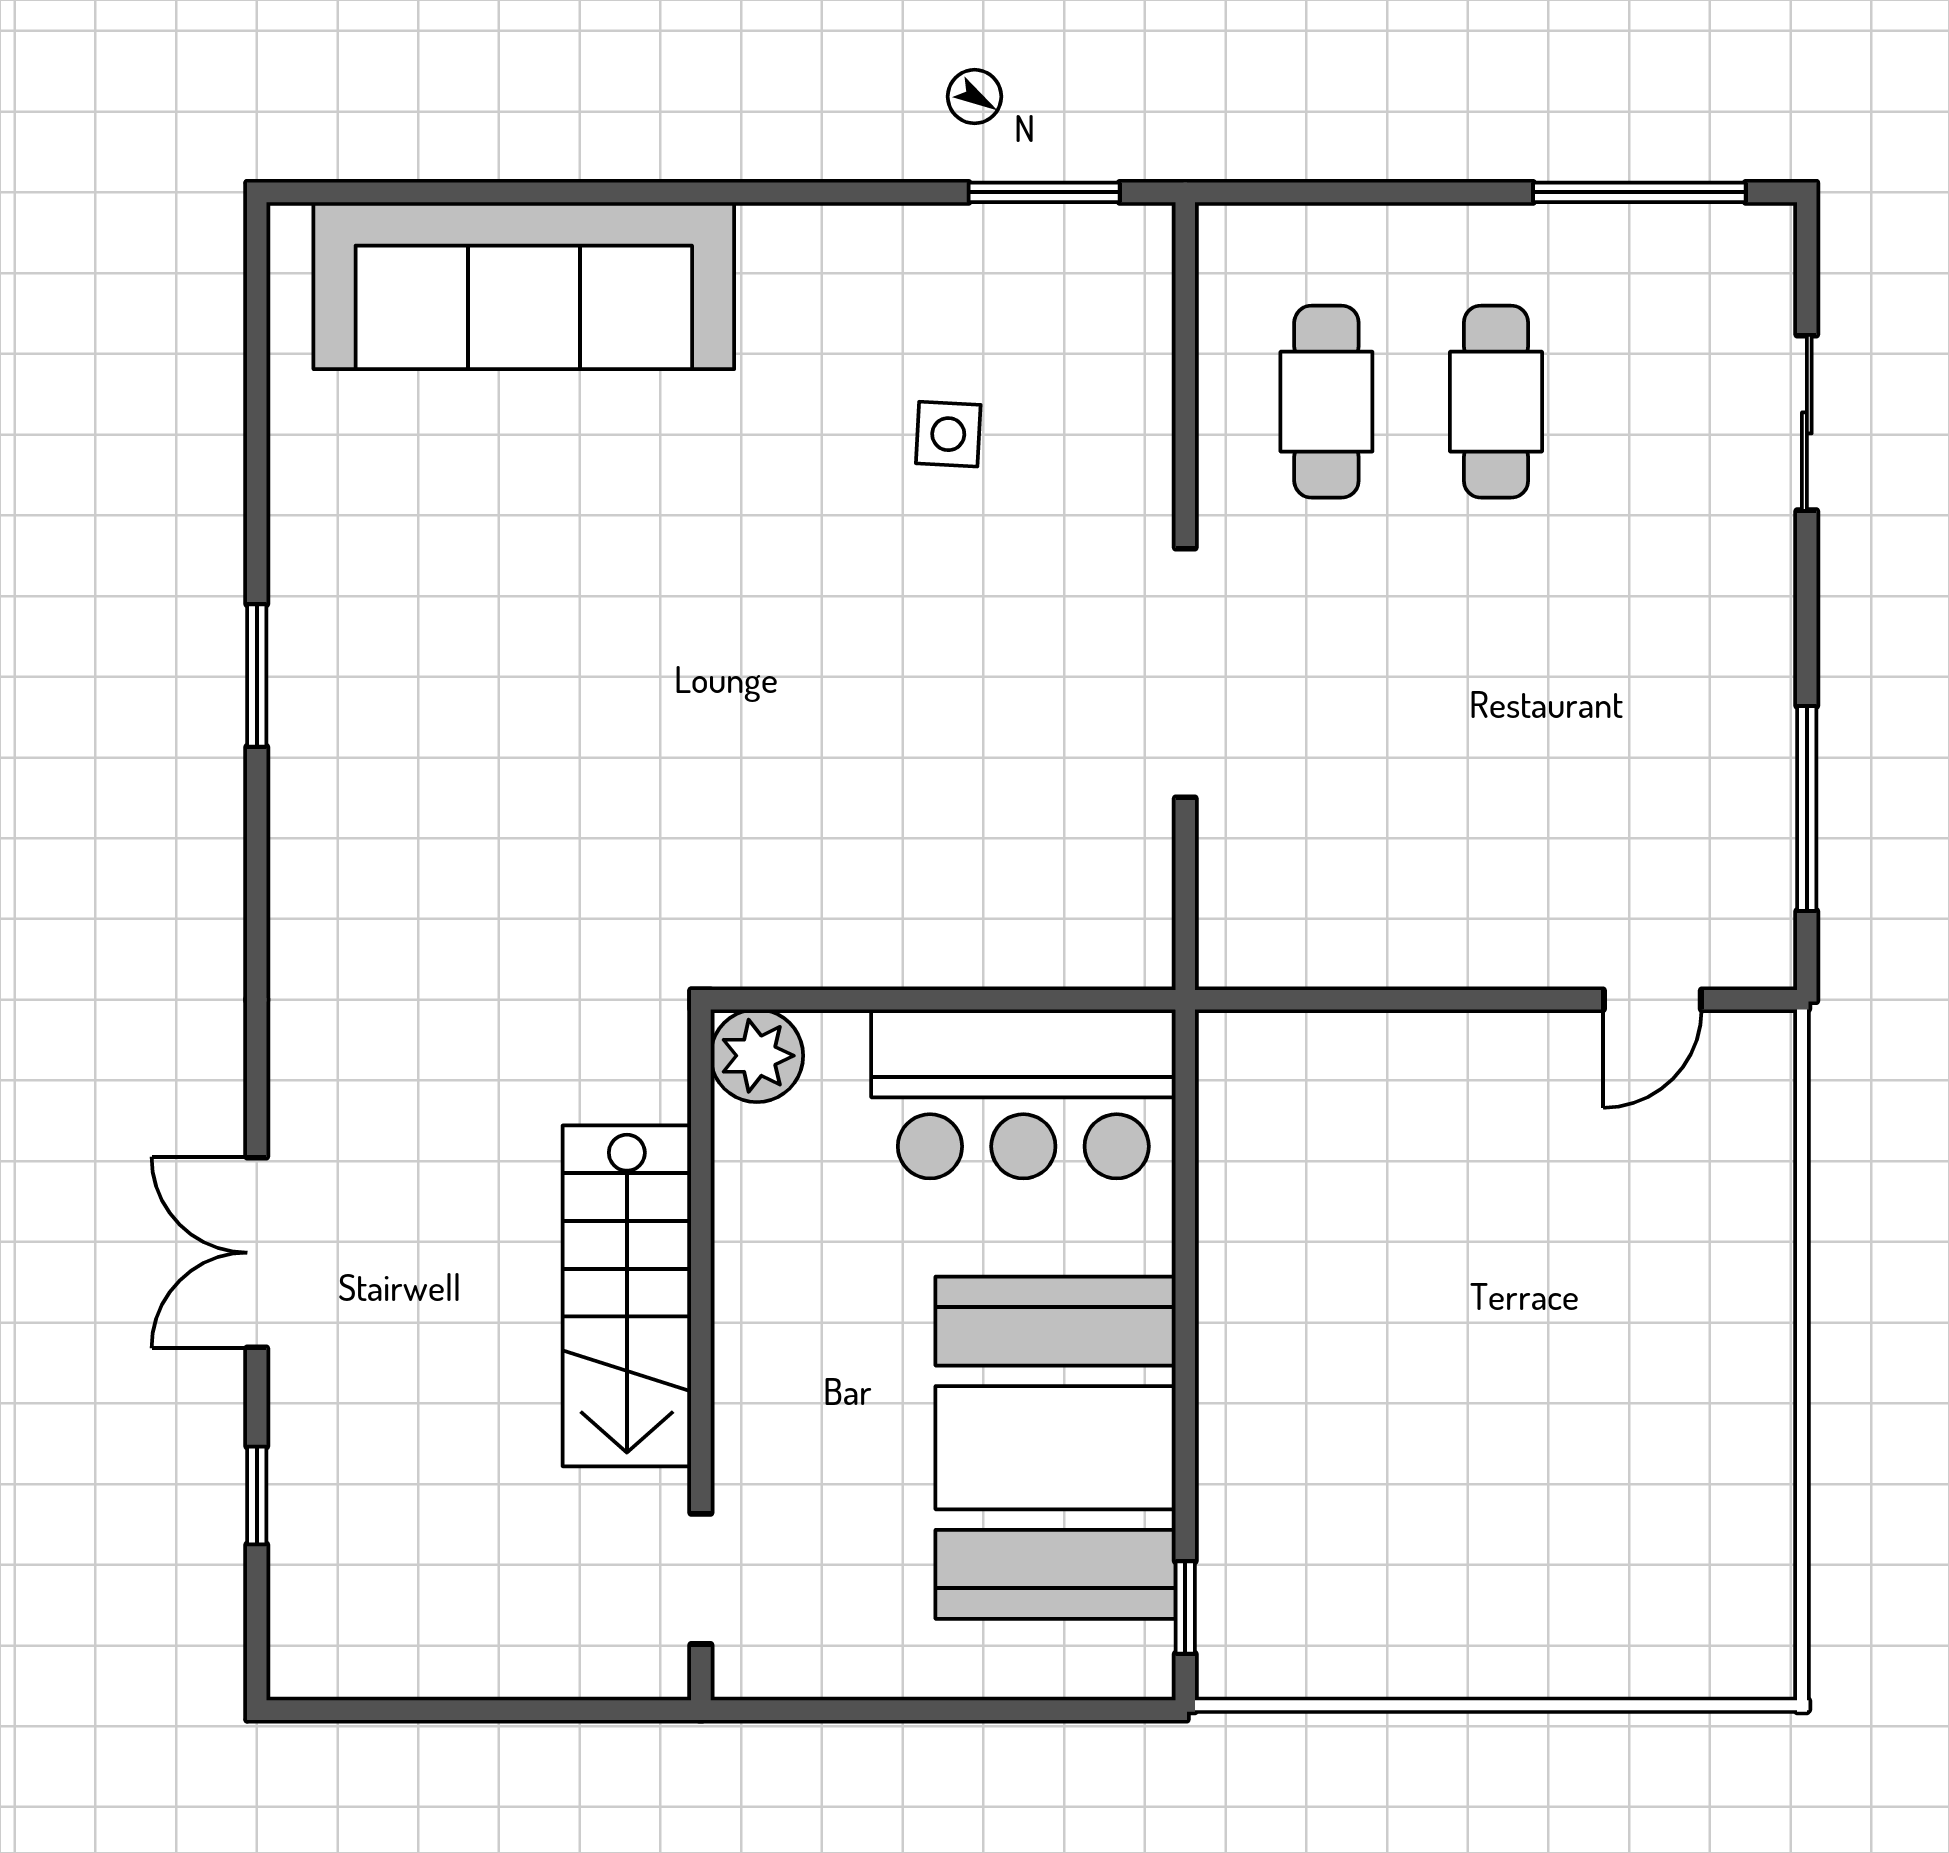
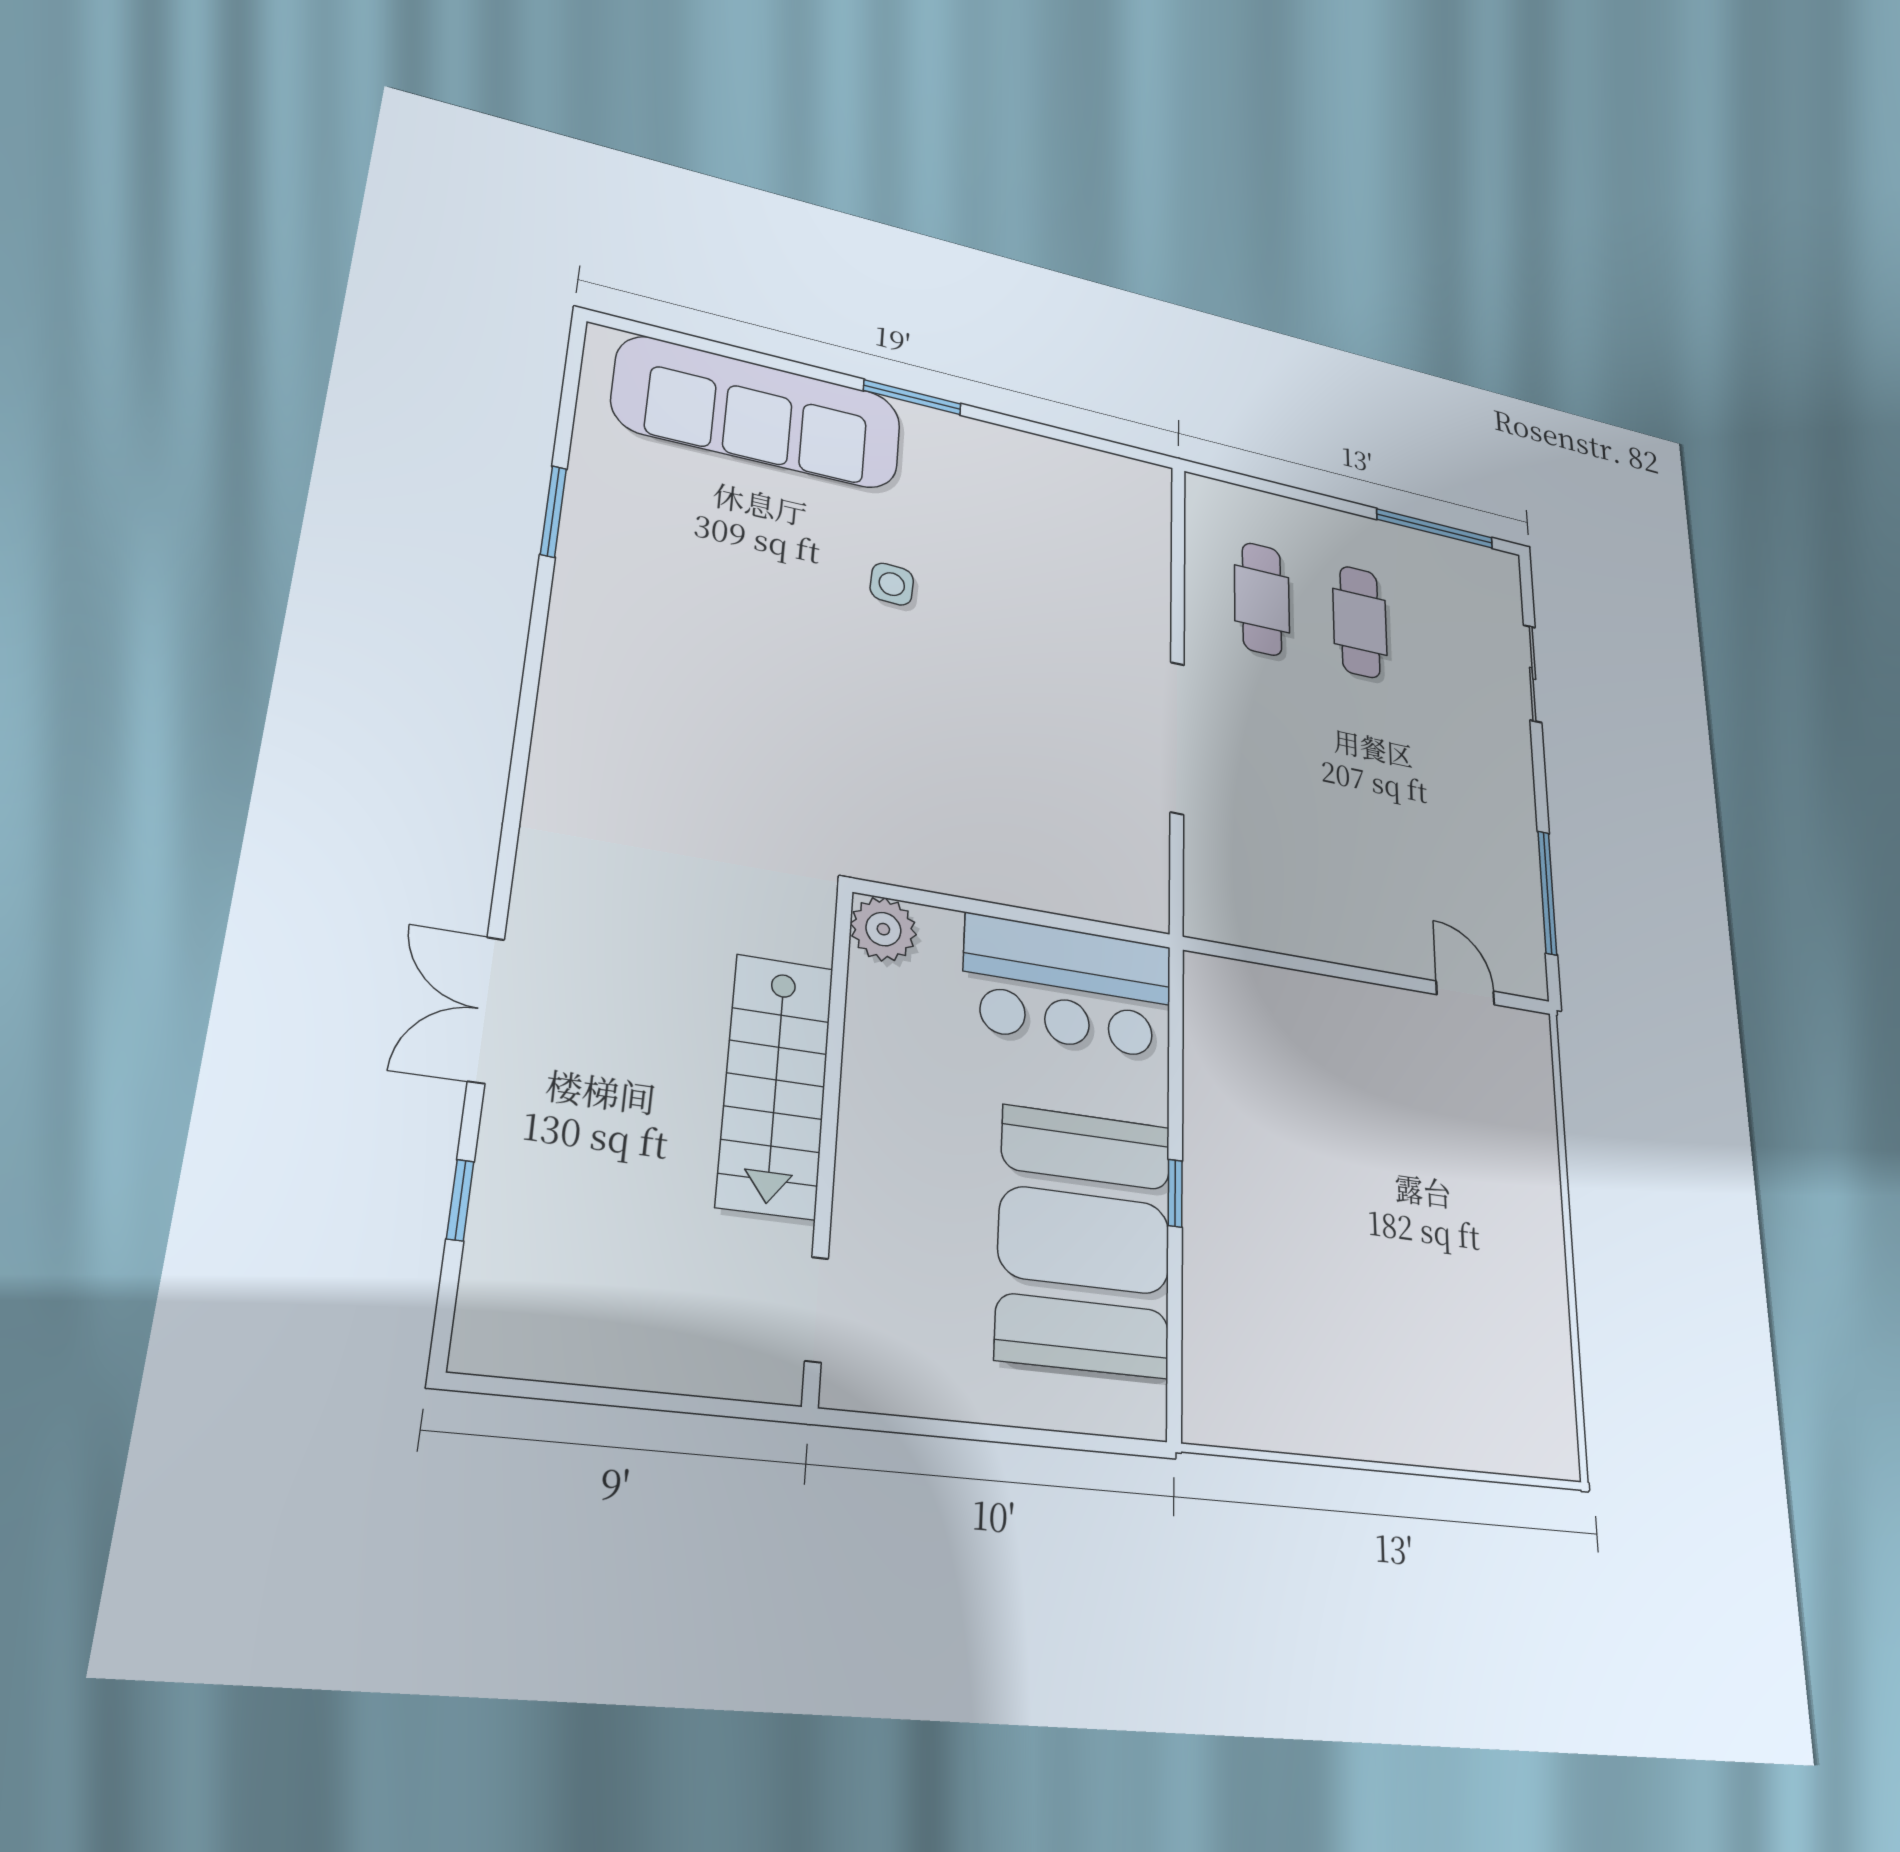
window: (1044, 192) -> (912, 397), moved
side table: (948, 434) -> (892, 584), moved
window: (257, 676) -> (553, 511), moved
door: (1652, 1000) -> (1465, 993), swing flipped
window: (1185, 1607) -> (1175, 1193), moved

